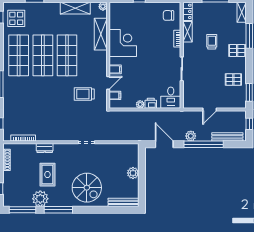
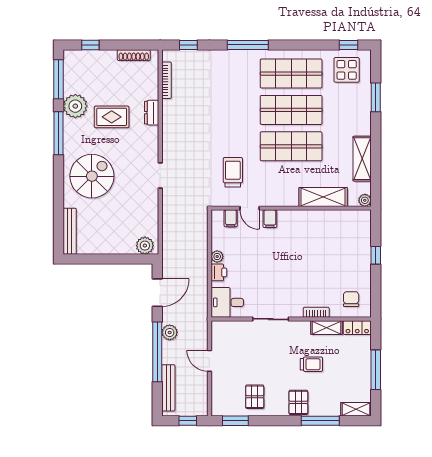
corner desk: (123, 43) -> (310, 230), removed
plant: (133, 173) -> (145, 246), moved
spiral stairs: (87, 188) -> (92, 176), turned 180

